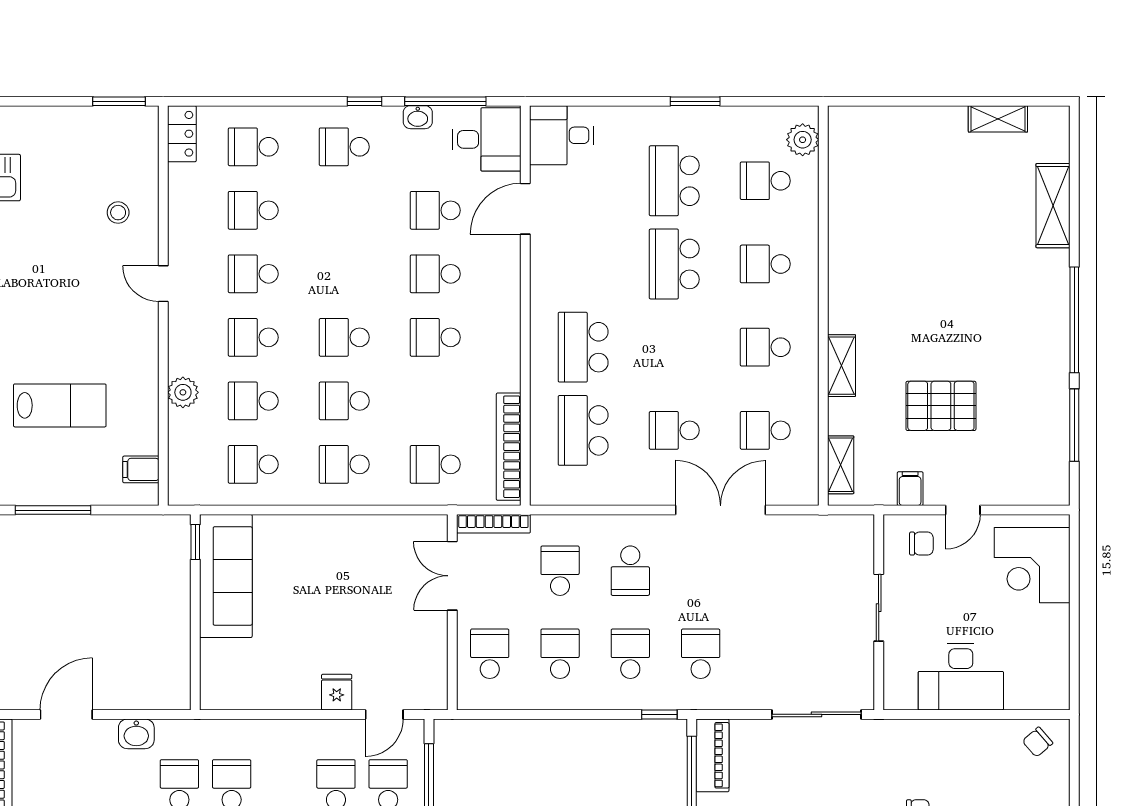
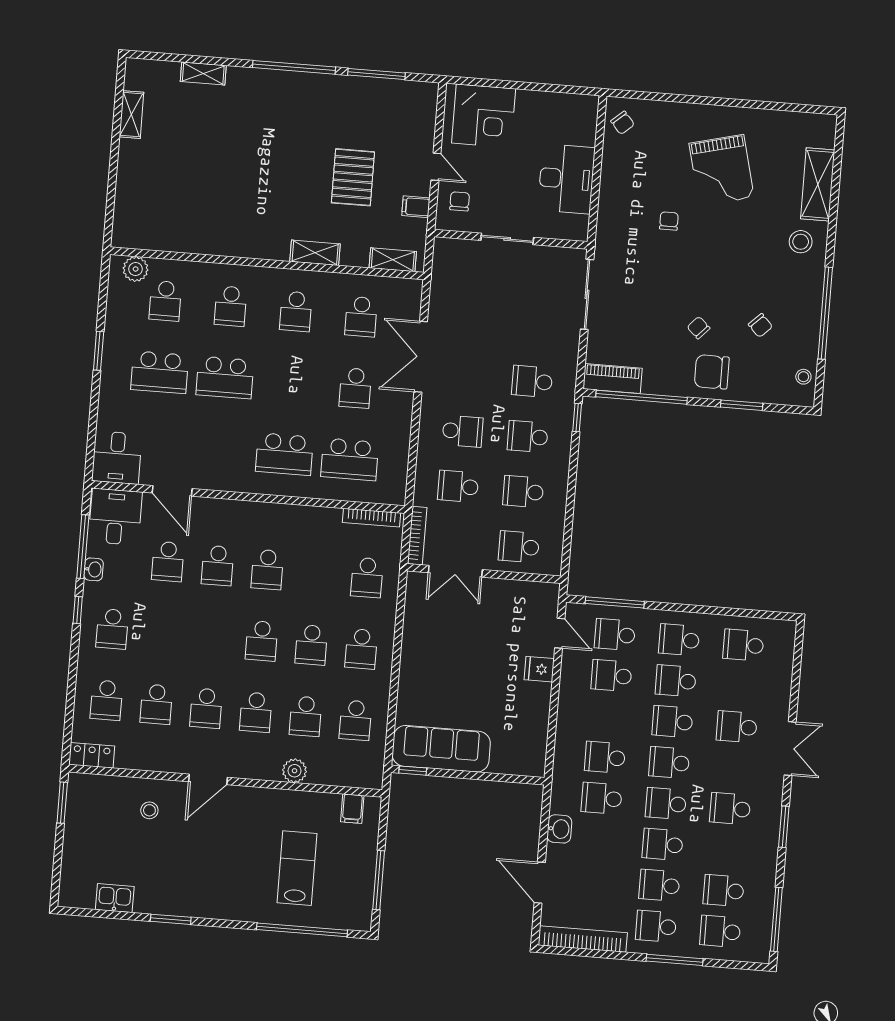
shelving: (1053, 206) -> (203, 74), width x0.67, depth x0.75
door: (163, 284) -> (208, 779), width x1.38
bookcase: (509, 447) -> (372, 518), width x0.68, depth x0.76

